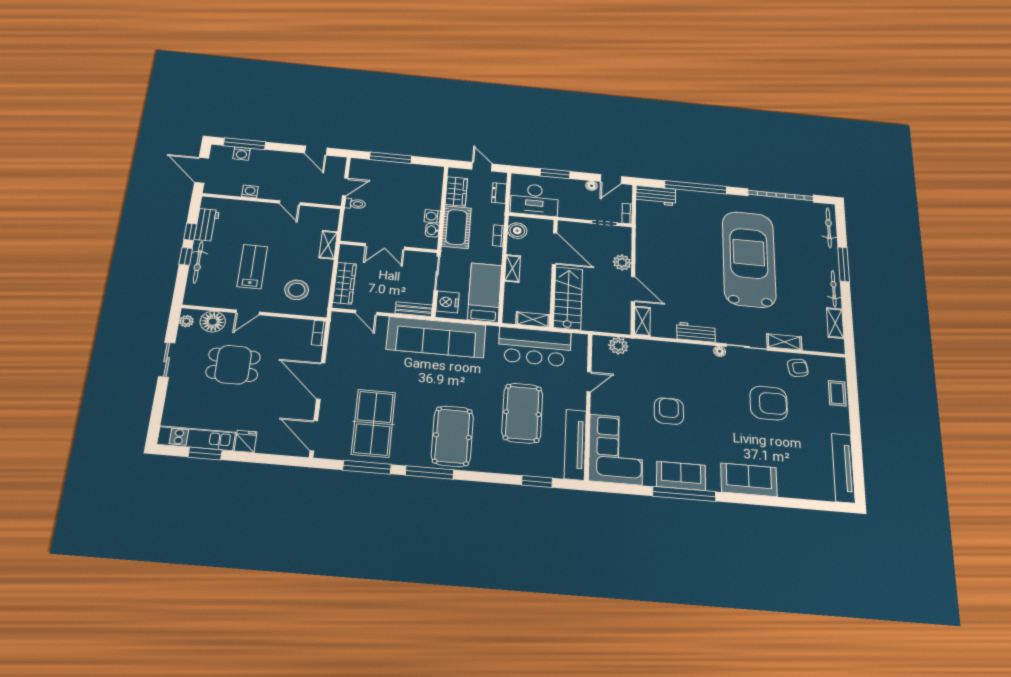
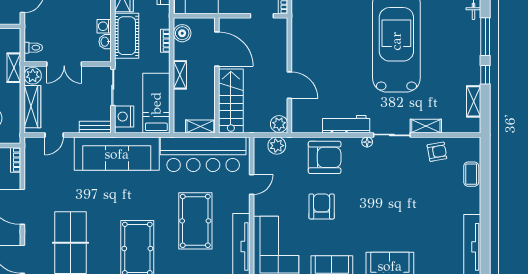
toilet: (355, 204) -> (33, 48), moved
plant: (348, 254) -> (33, 76), added
plant: (622, 263) -> (279, 124), moved
bicycle: (834, 289) -> (474, 65), removed
window: (846, 299) -> (485, 75), added
door: (366, 313) -> (54, 135), hinge flipped
shelving: (642, 321) -> (298, 118), removed
workbench: (696, 332) -> (346, 124), width x1.38
bar counter: (535, 347) -> (203, 154), width x1.36
armchair: (769, 403) -> (325, 157), moved

